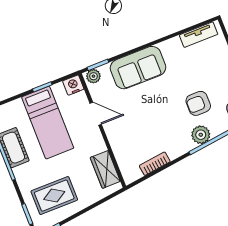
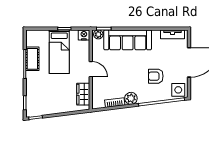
sofa: (138, 68) -> (128, 40), width x1.36
door: (96, 114) -> (91, 69), moved
plant: (201, 135) -> (131, 98), moved
rug: (54, 196) -> (46, 98), removed

